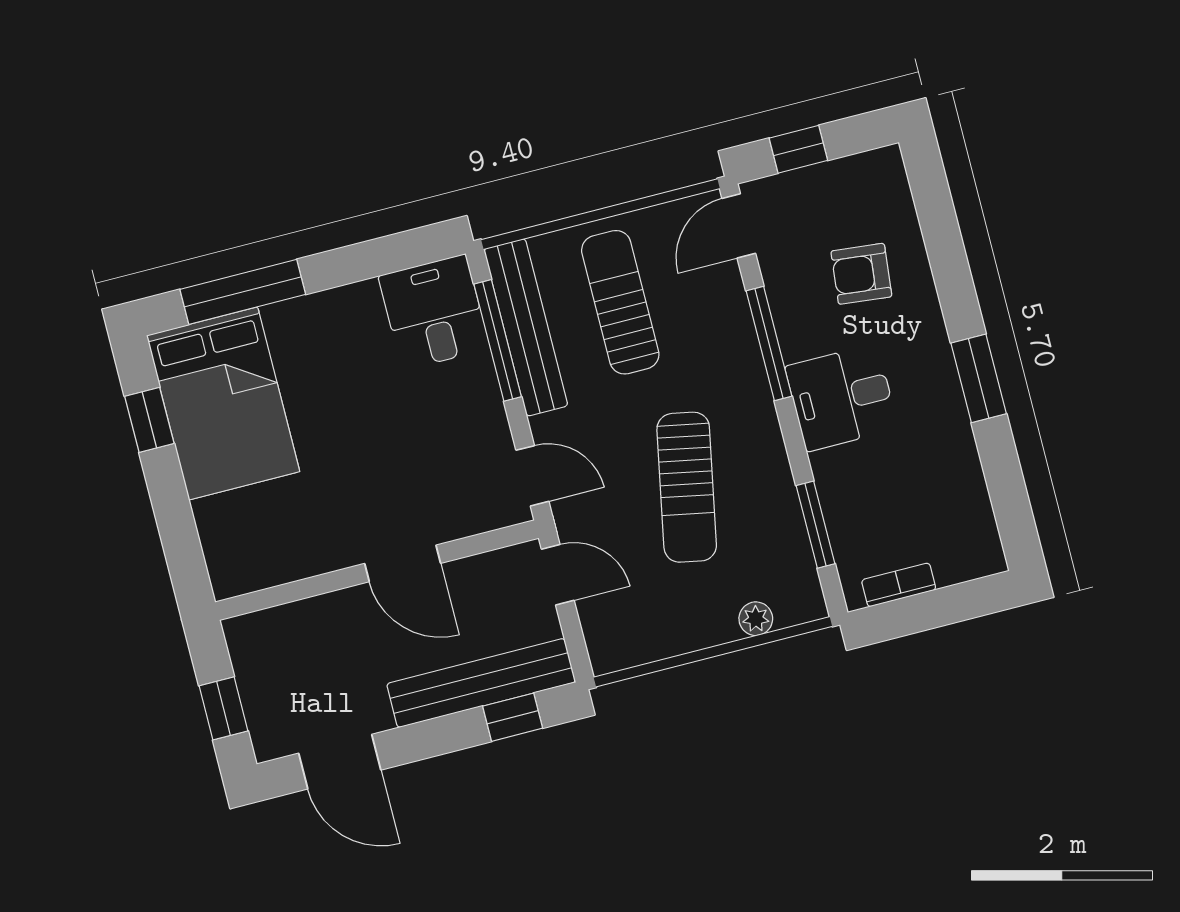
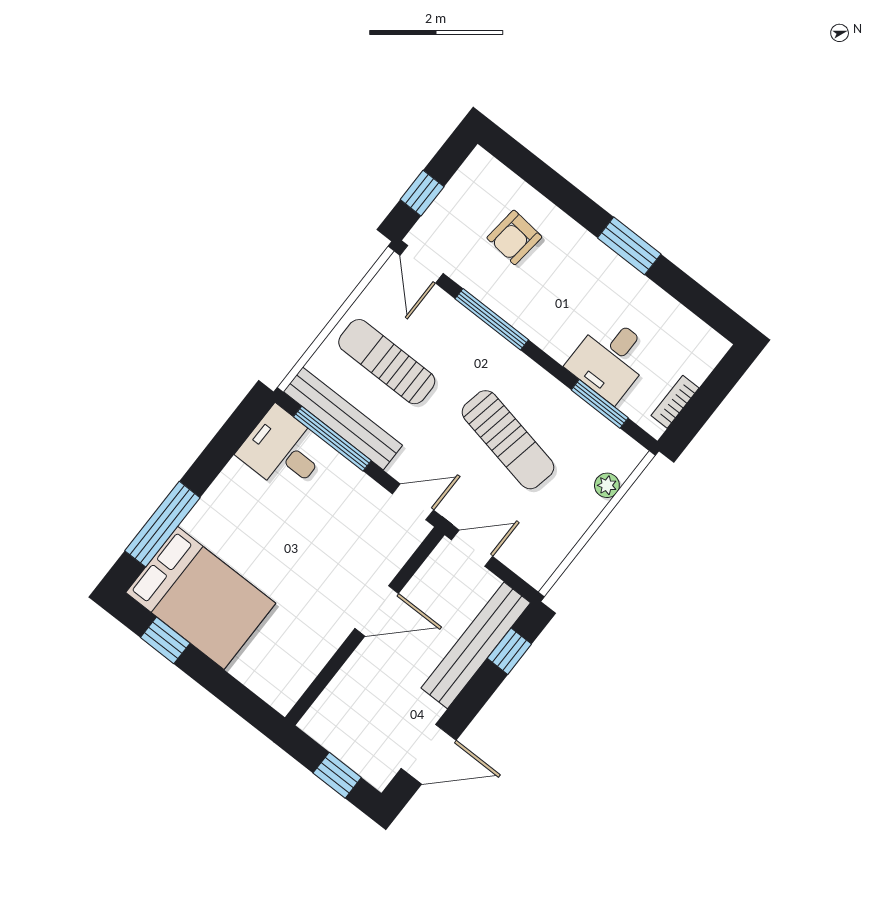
desk: (842, 398) -> (610, 359), moved

